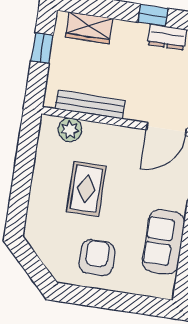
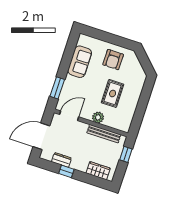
window: (42, 48) -> (126, 154), moved
plant: (70, 130) -> (98, 117), moved

